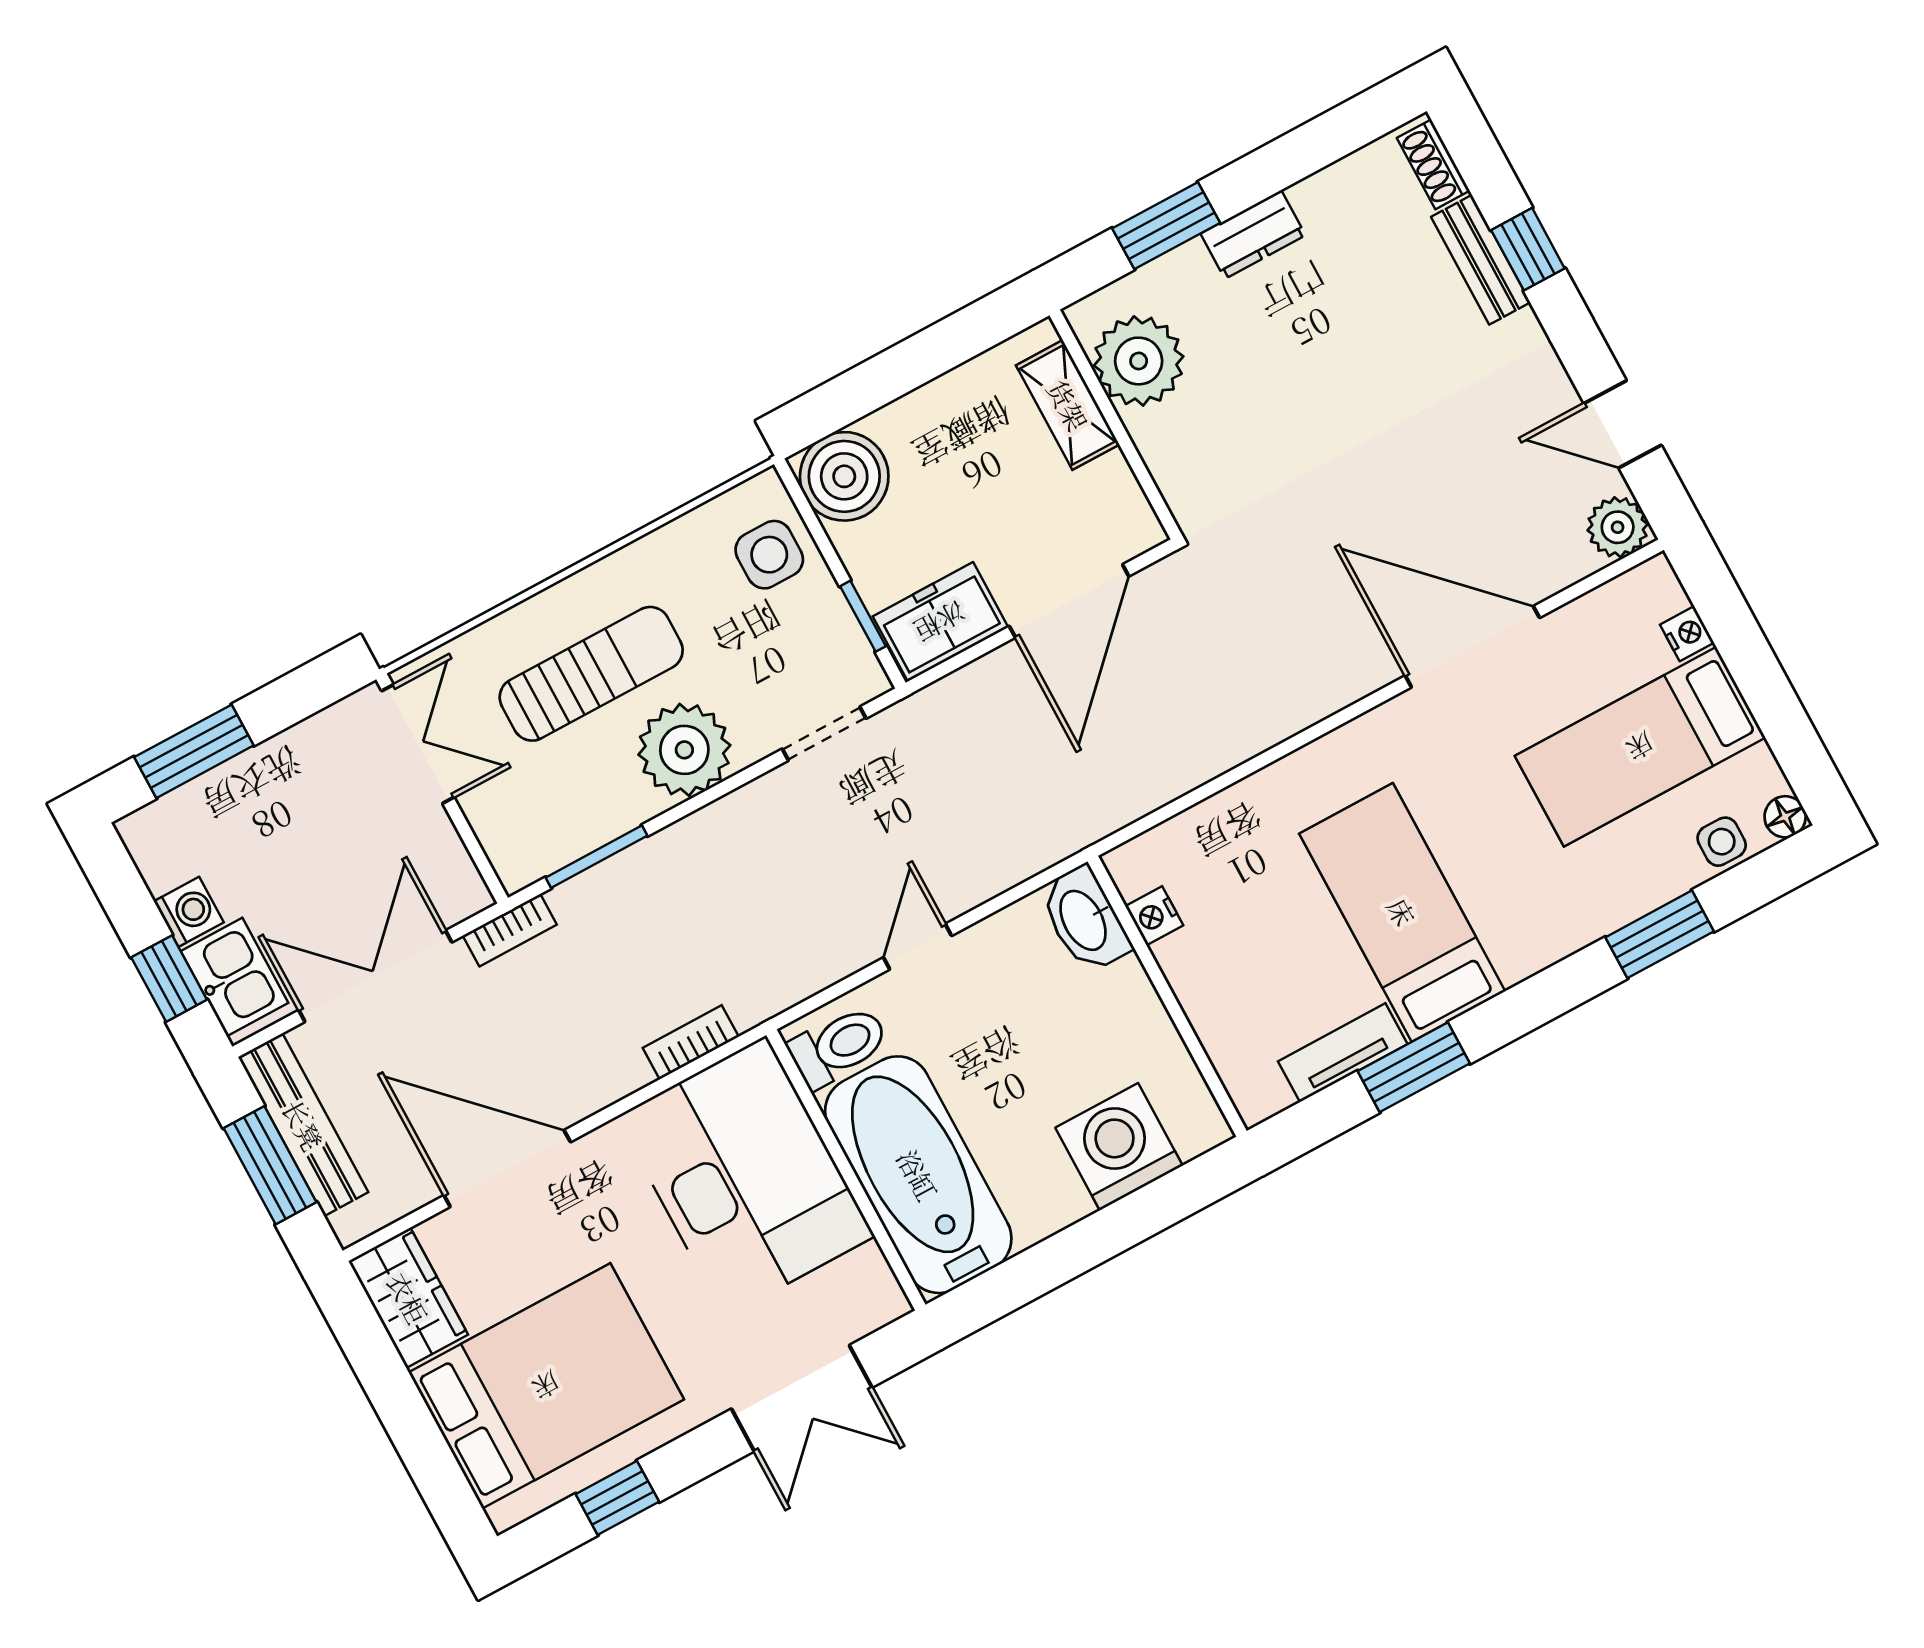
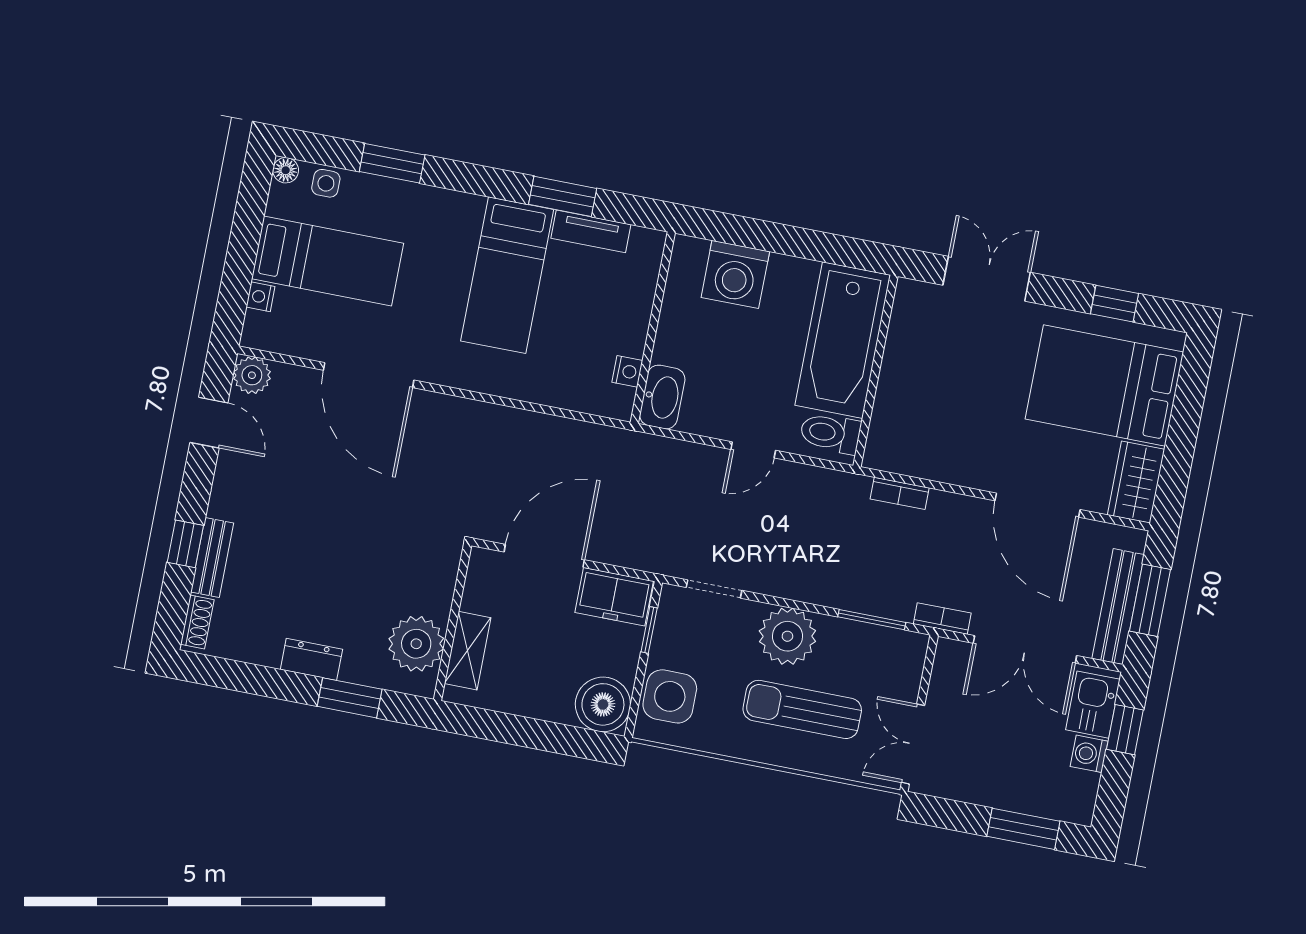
side table: (769, 555) -> (670, 696), width x1.37, depth x1.37
desk: (745, 1176) -> (926, 407), removed

